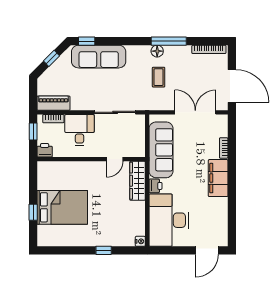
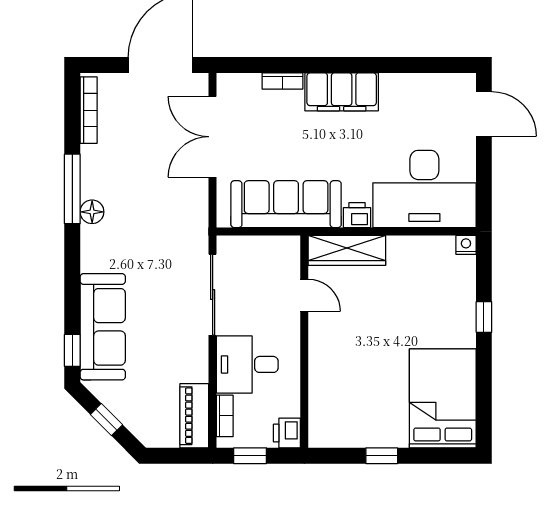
coffee table: (159, 77) -> (143, 209), removed
bed: (62, 207) -> (443, 398), moved
window: (33, 212) -> (382, 456), moved

